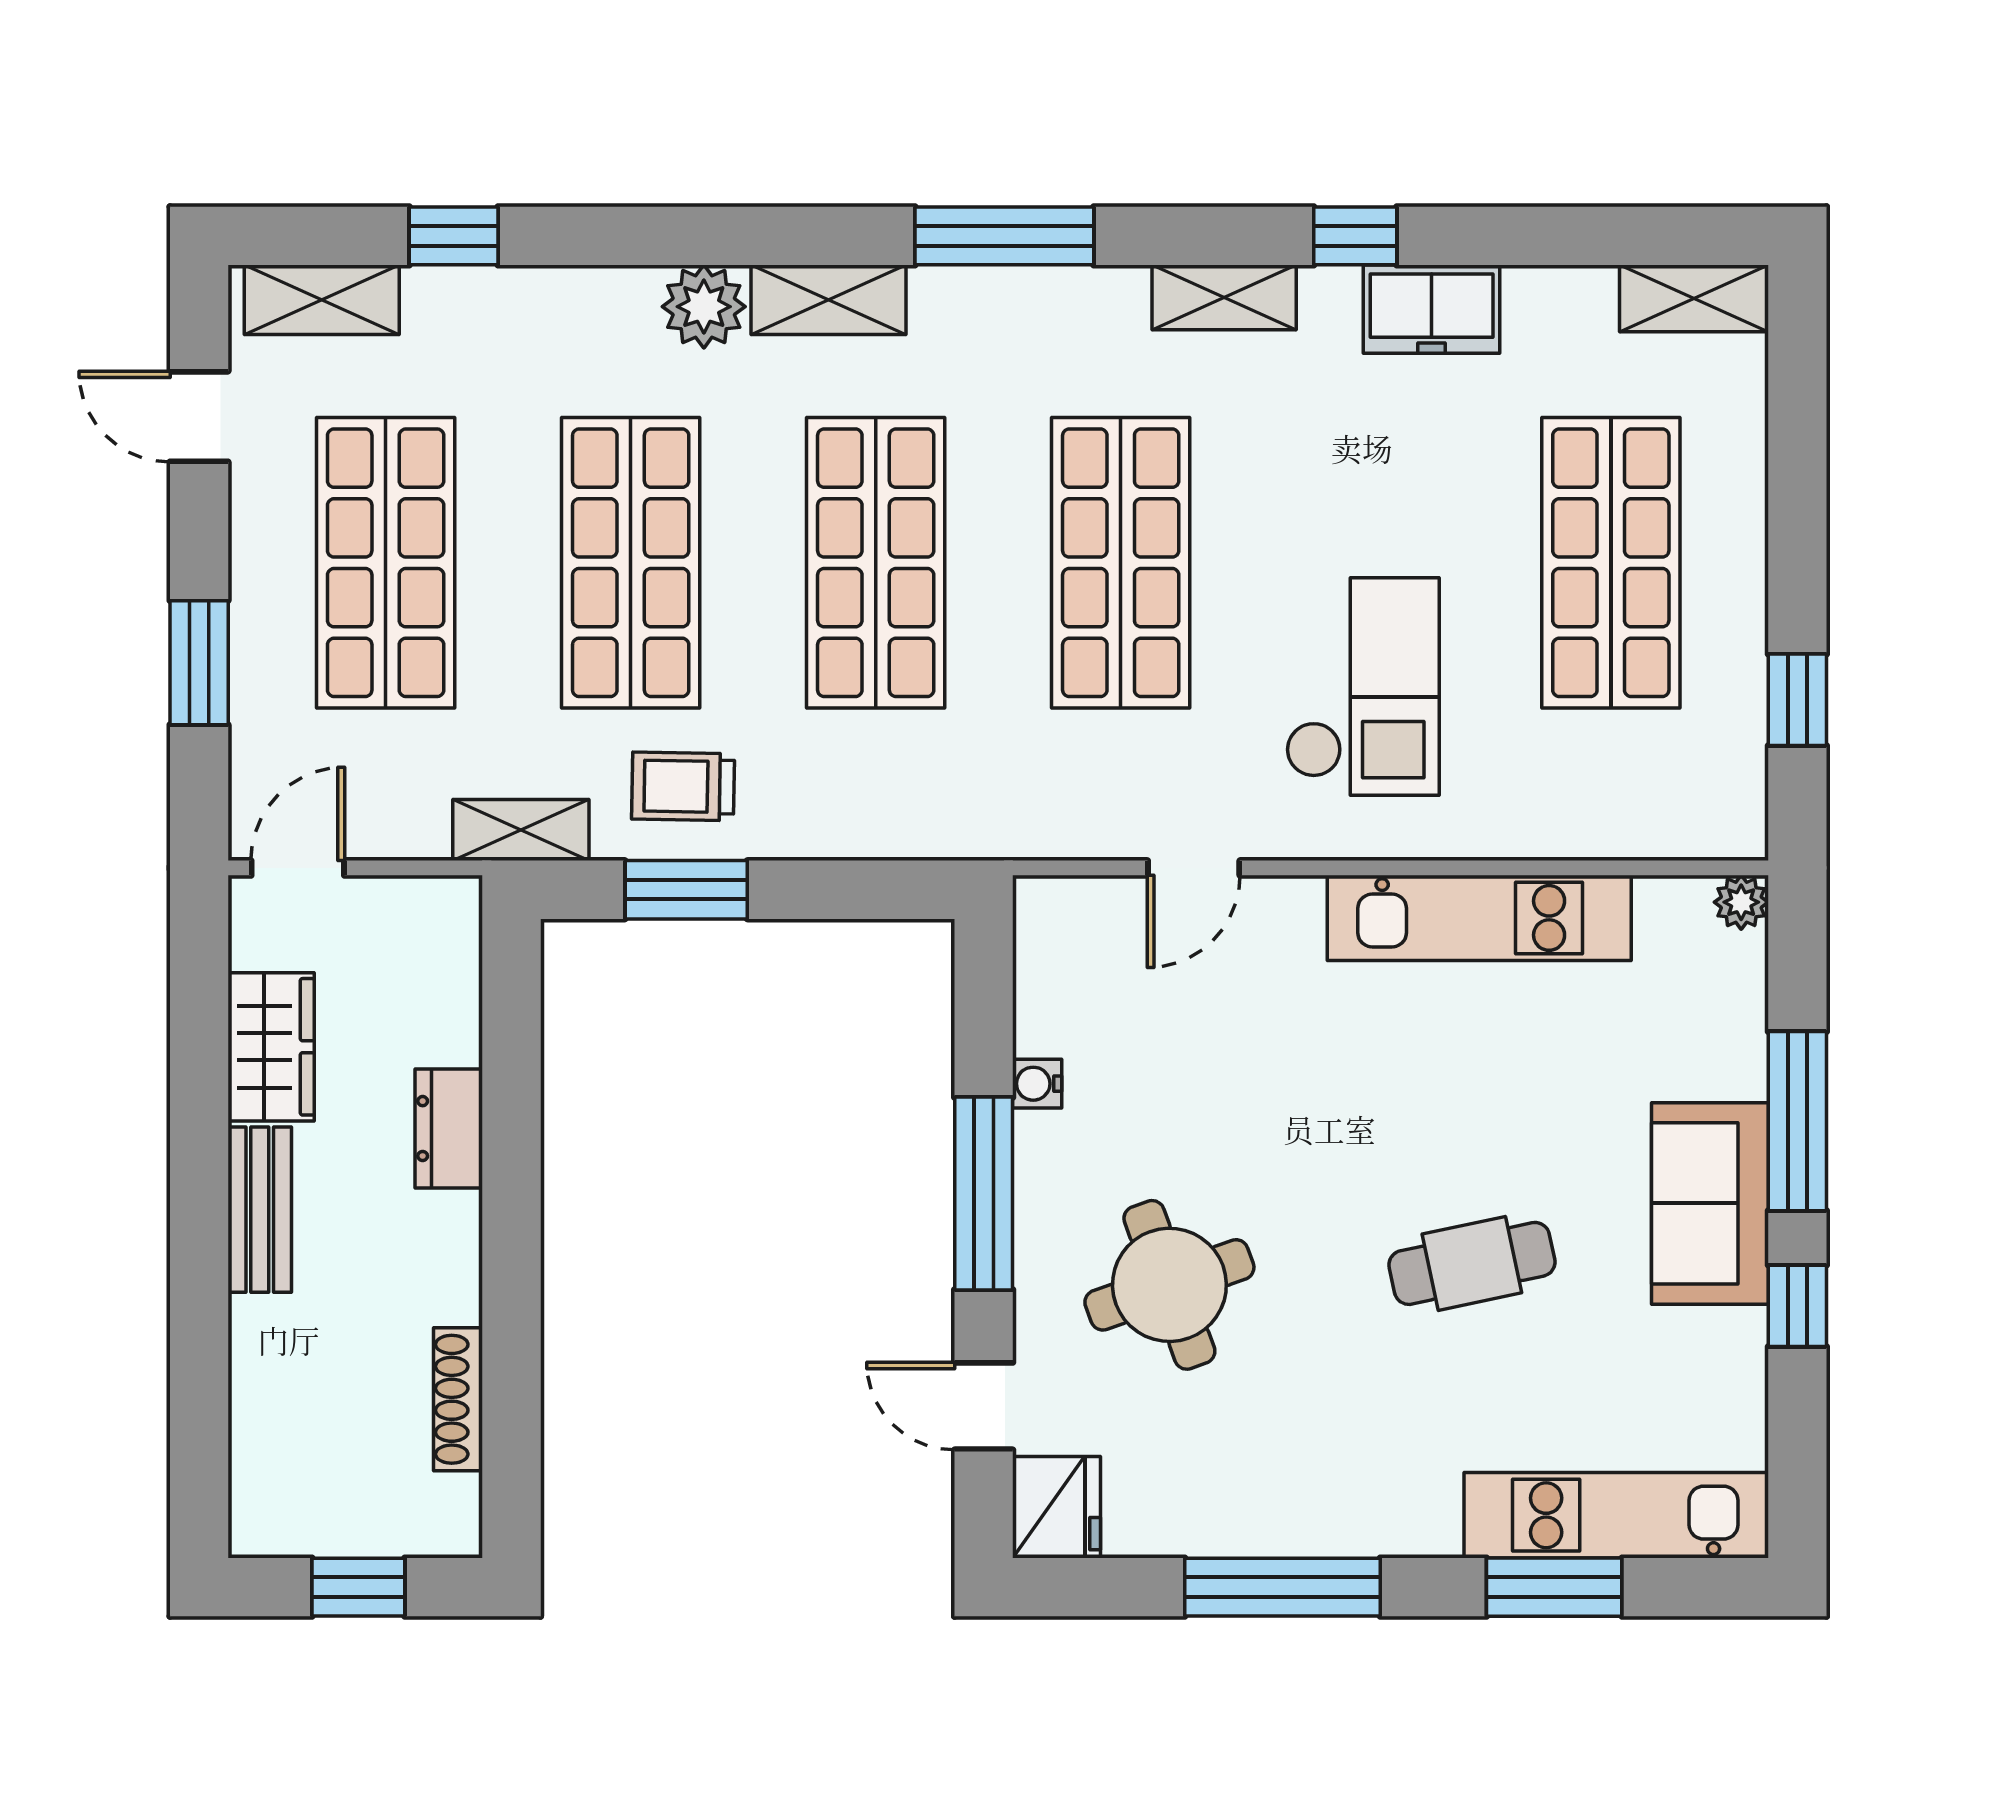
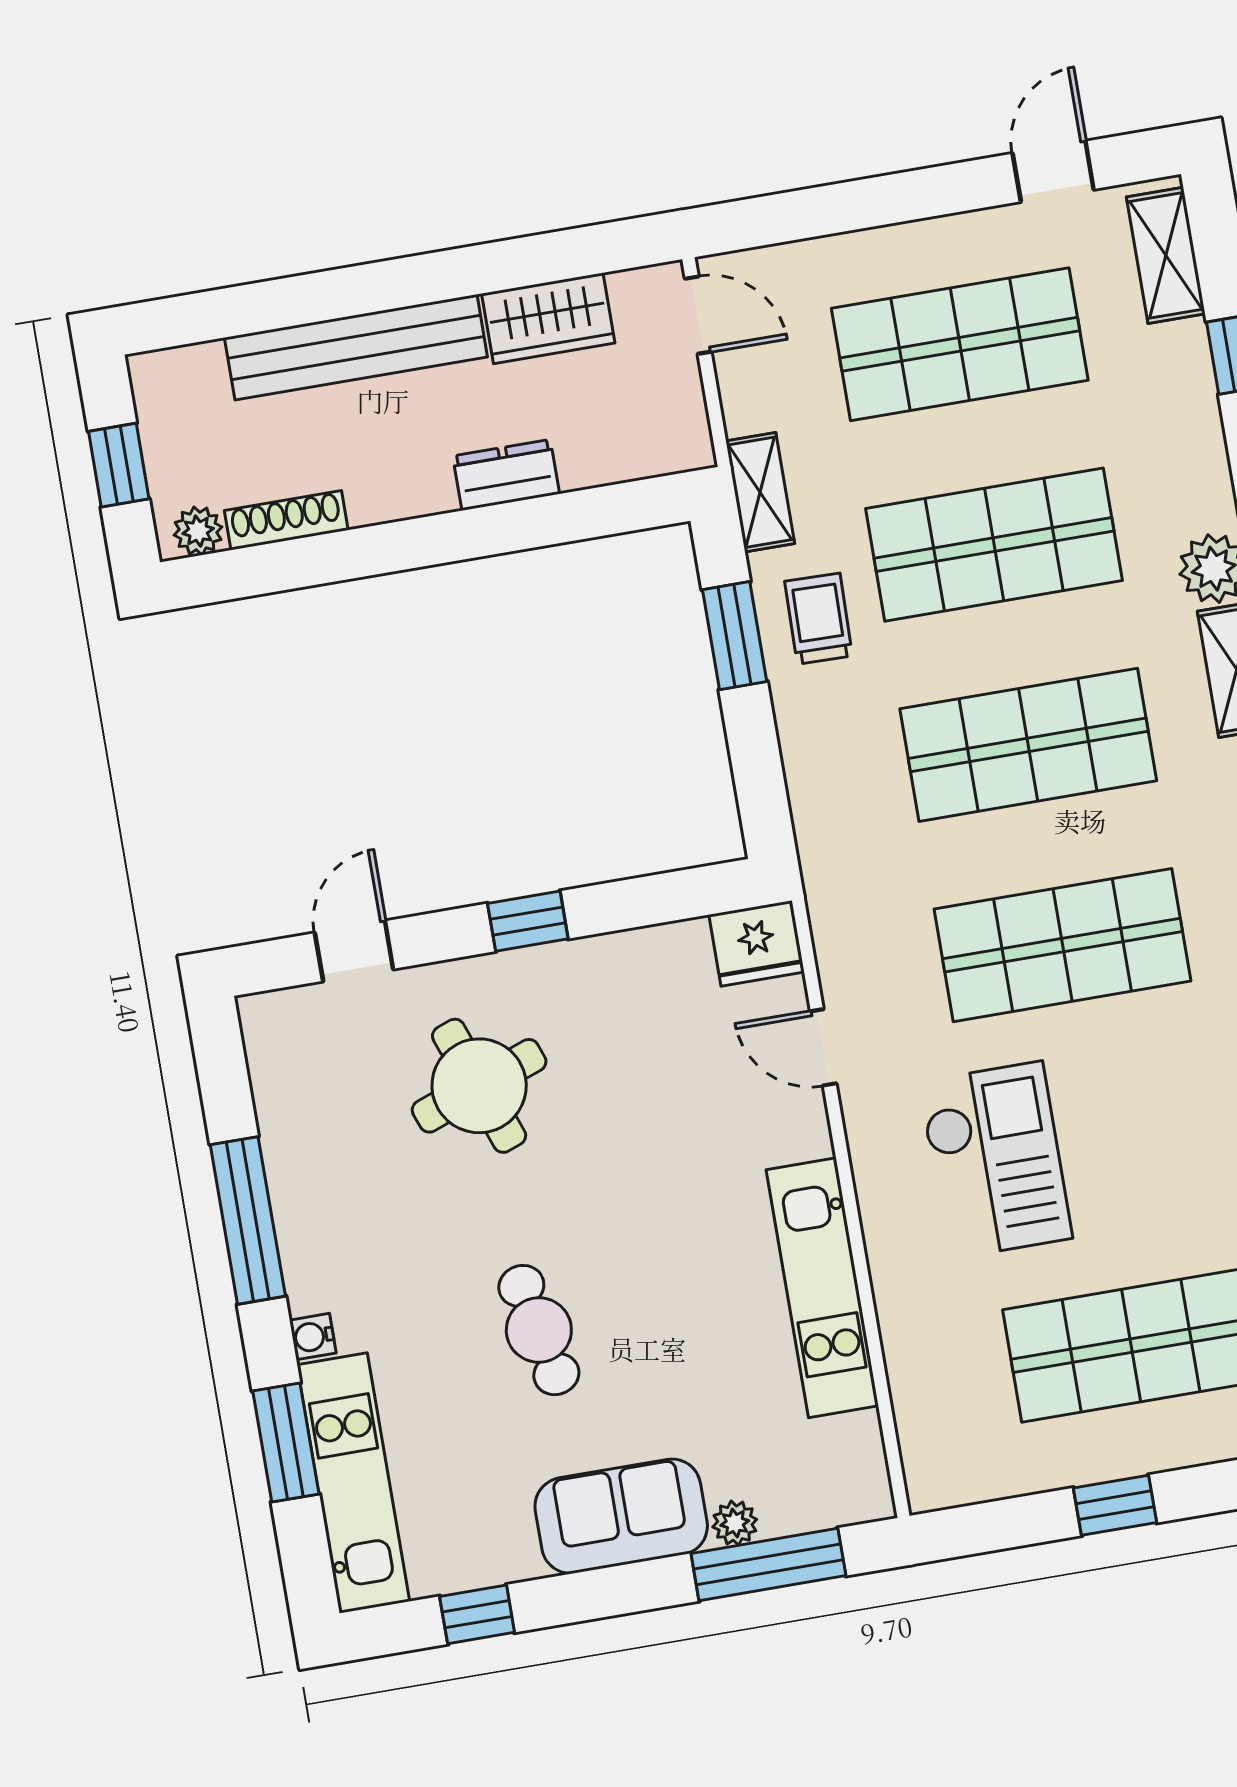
window: (199, 663) -> (852, 206), removed
checkout: (1363, 686) -> (995, 1160), turned -90
window: (1797, 700) -> (1115, 1505), moved
plant: (1741, 902) -> (735, 1523), moved
water cooler: (1037, 1084) -> (313, 1337), moved, turned -90
window: (1797, 1121) -> (768, 1565), moved
window: (984, 1193) -> (528, 921), width x0.46
bench: (260, 1210) -> (356, 347), width x1.86, depth x1.21
window: (1797, 1306) -> (477, 1614), moved
plant: (453, 1506) -> (198, 531), added
fridge: (1057, 1507) -> (757, 943), moved

